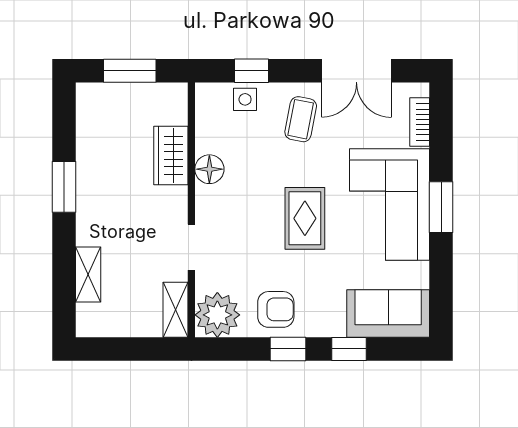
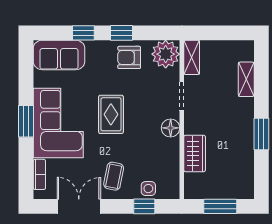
floor lamp: (209, 169) -> (171, 128), moved

